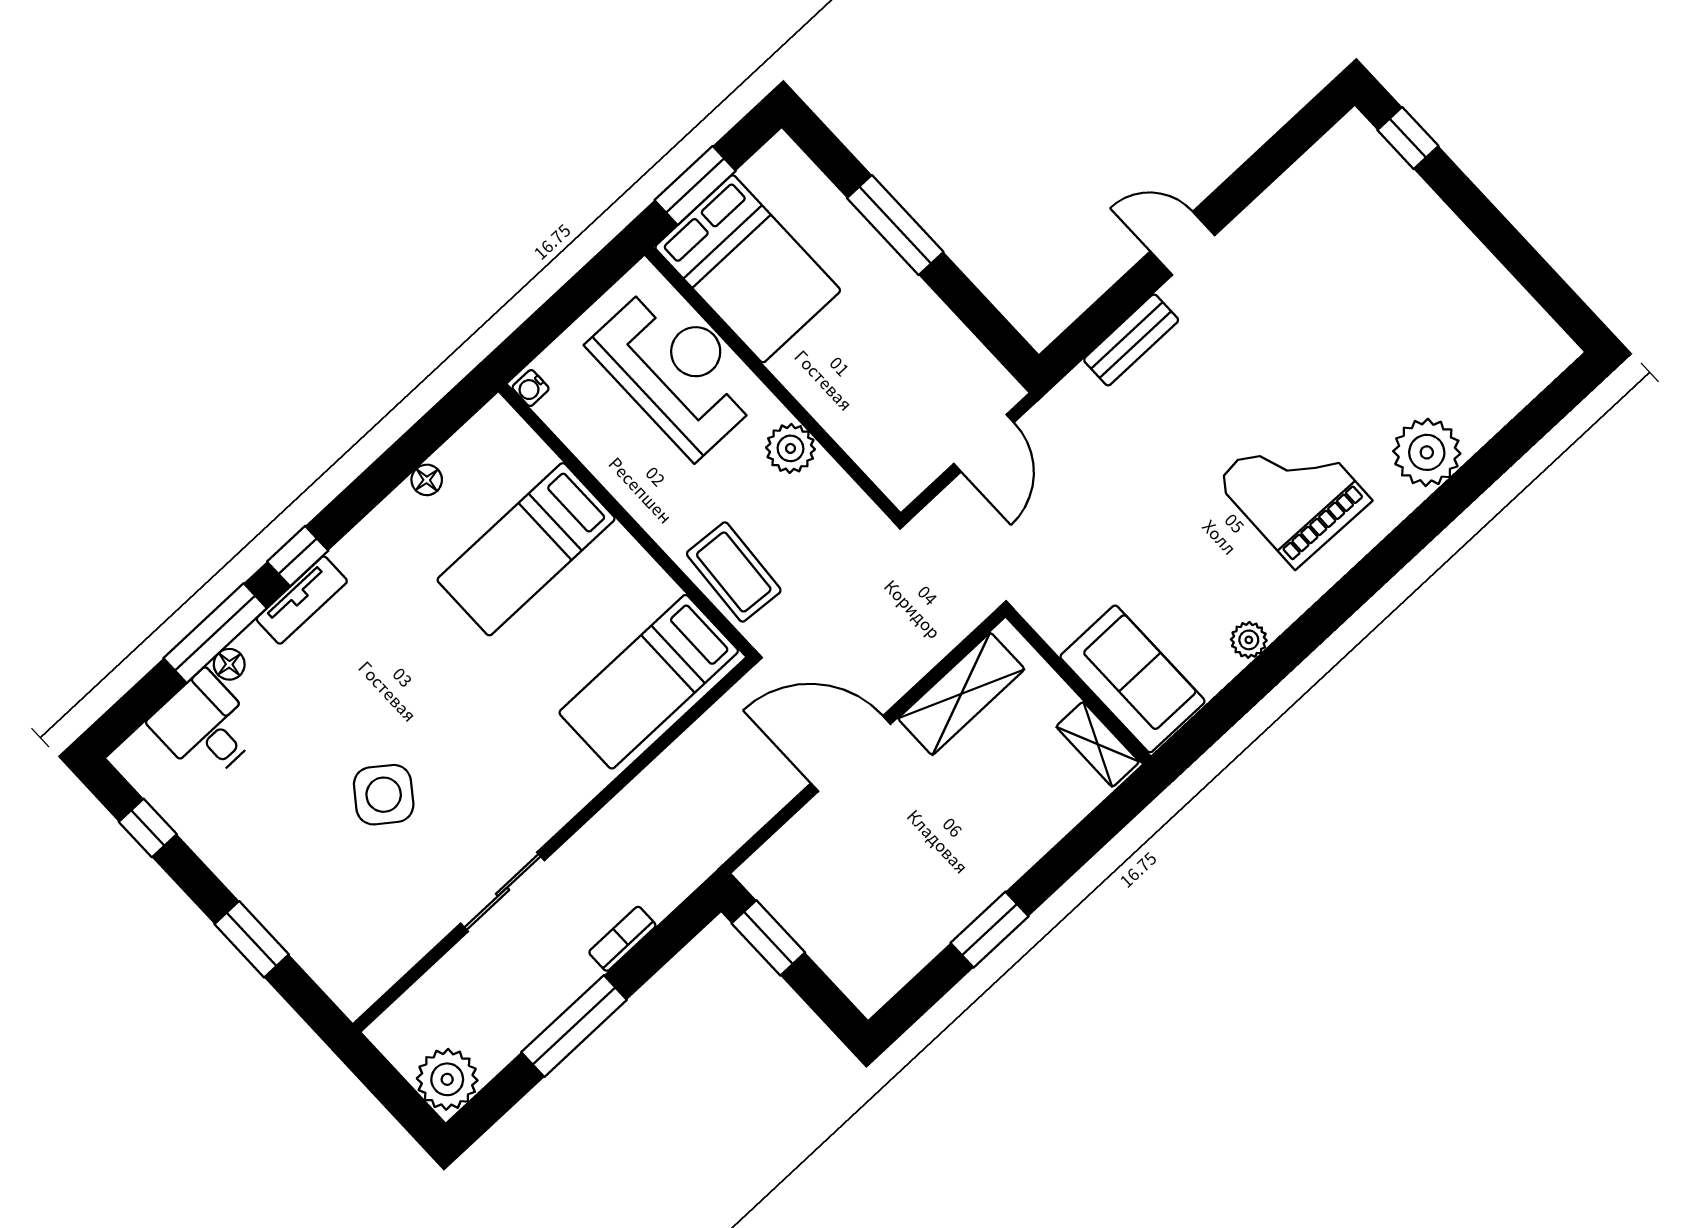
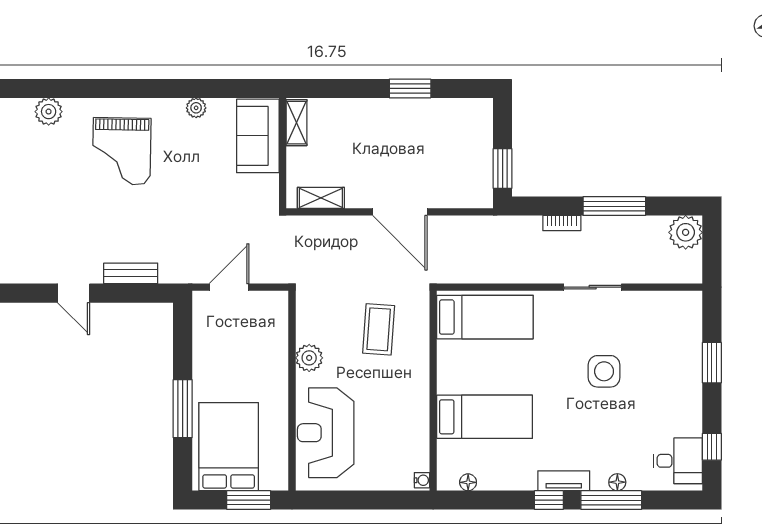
bed: (748, 269) -> (229, 447), moved
water cooler: (531, 388) -> (422, 480), moved
plant: (1427, 452) -> (49, 112), width x0.73, depth x0.73
wall: (626, 520) -> (433, 391), moved
bed: (526, 549) -> (485, 417), moved
bed: (649, 682) -> (485, 317), moved
shelving: (961, 694) -> (321, 198), width x0.67, depth x0.75
desk: (205, 727) -> (678, 461), moved, turned -90
side table: (384, 795) -> (604, 371), turned -37

